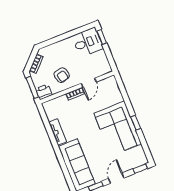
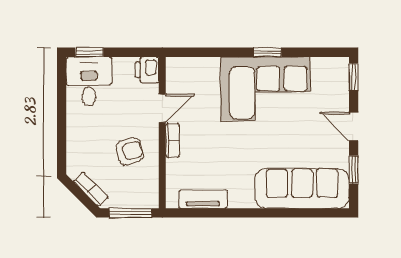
door: (89, 83) -> (162, 108), hinge flipped
printer: (44, 92) -> (147, 70), moved
tv unit: (58, 132) -> (203, 199), moved

